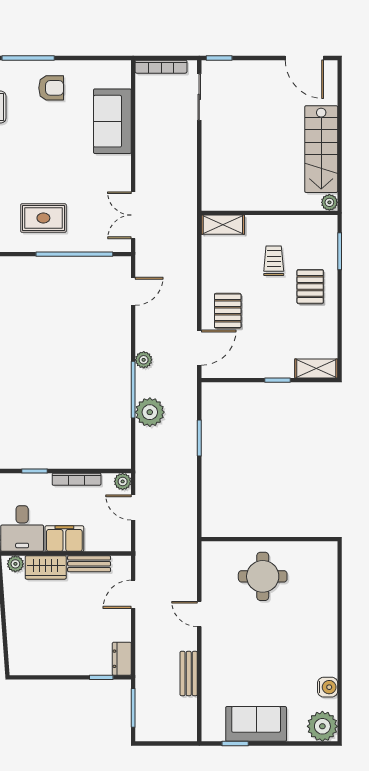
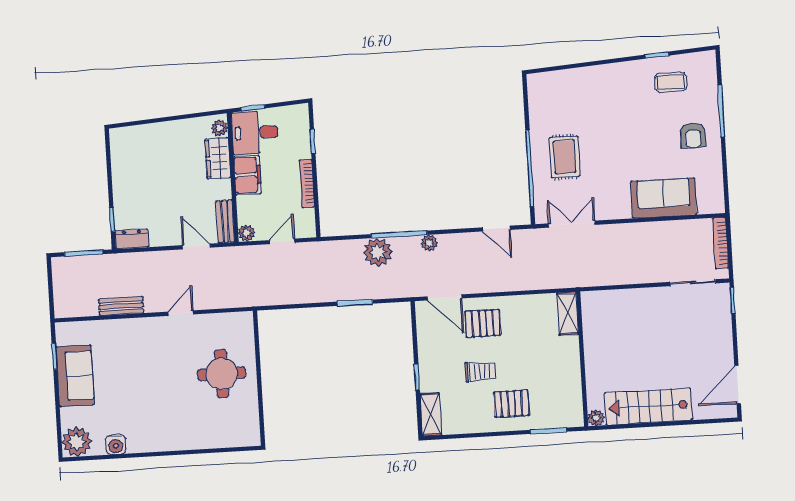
rug: (43, 218) -> (565, 157), moved
trolley: (274, 261) -> (480, 371), moved
plant: (123, 481) -> (246, 233), moved
bench: (89, 564) -> (225, 221), moved

